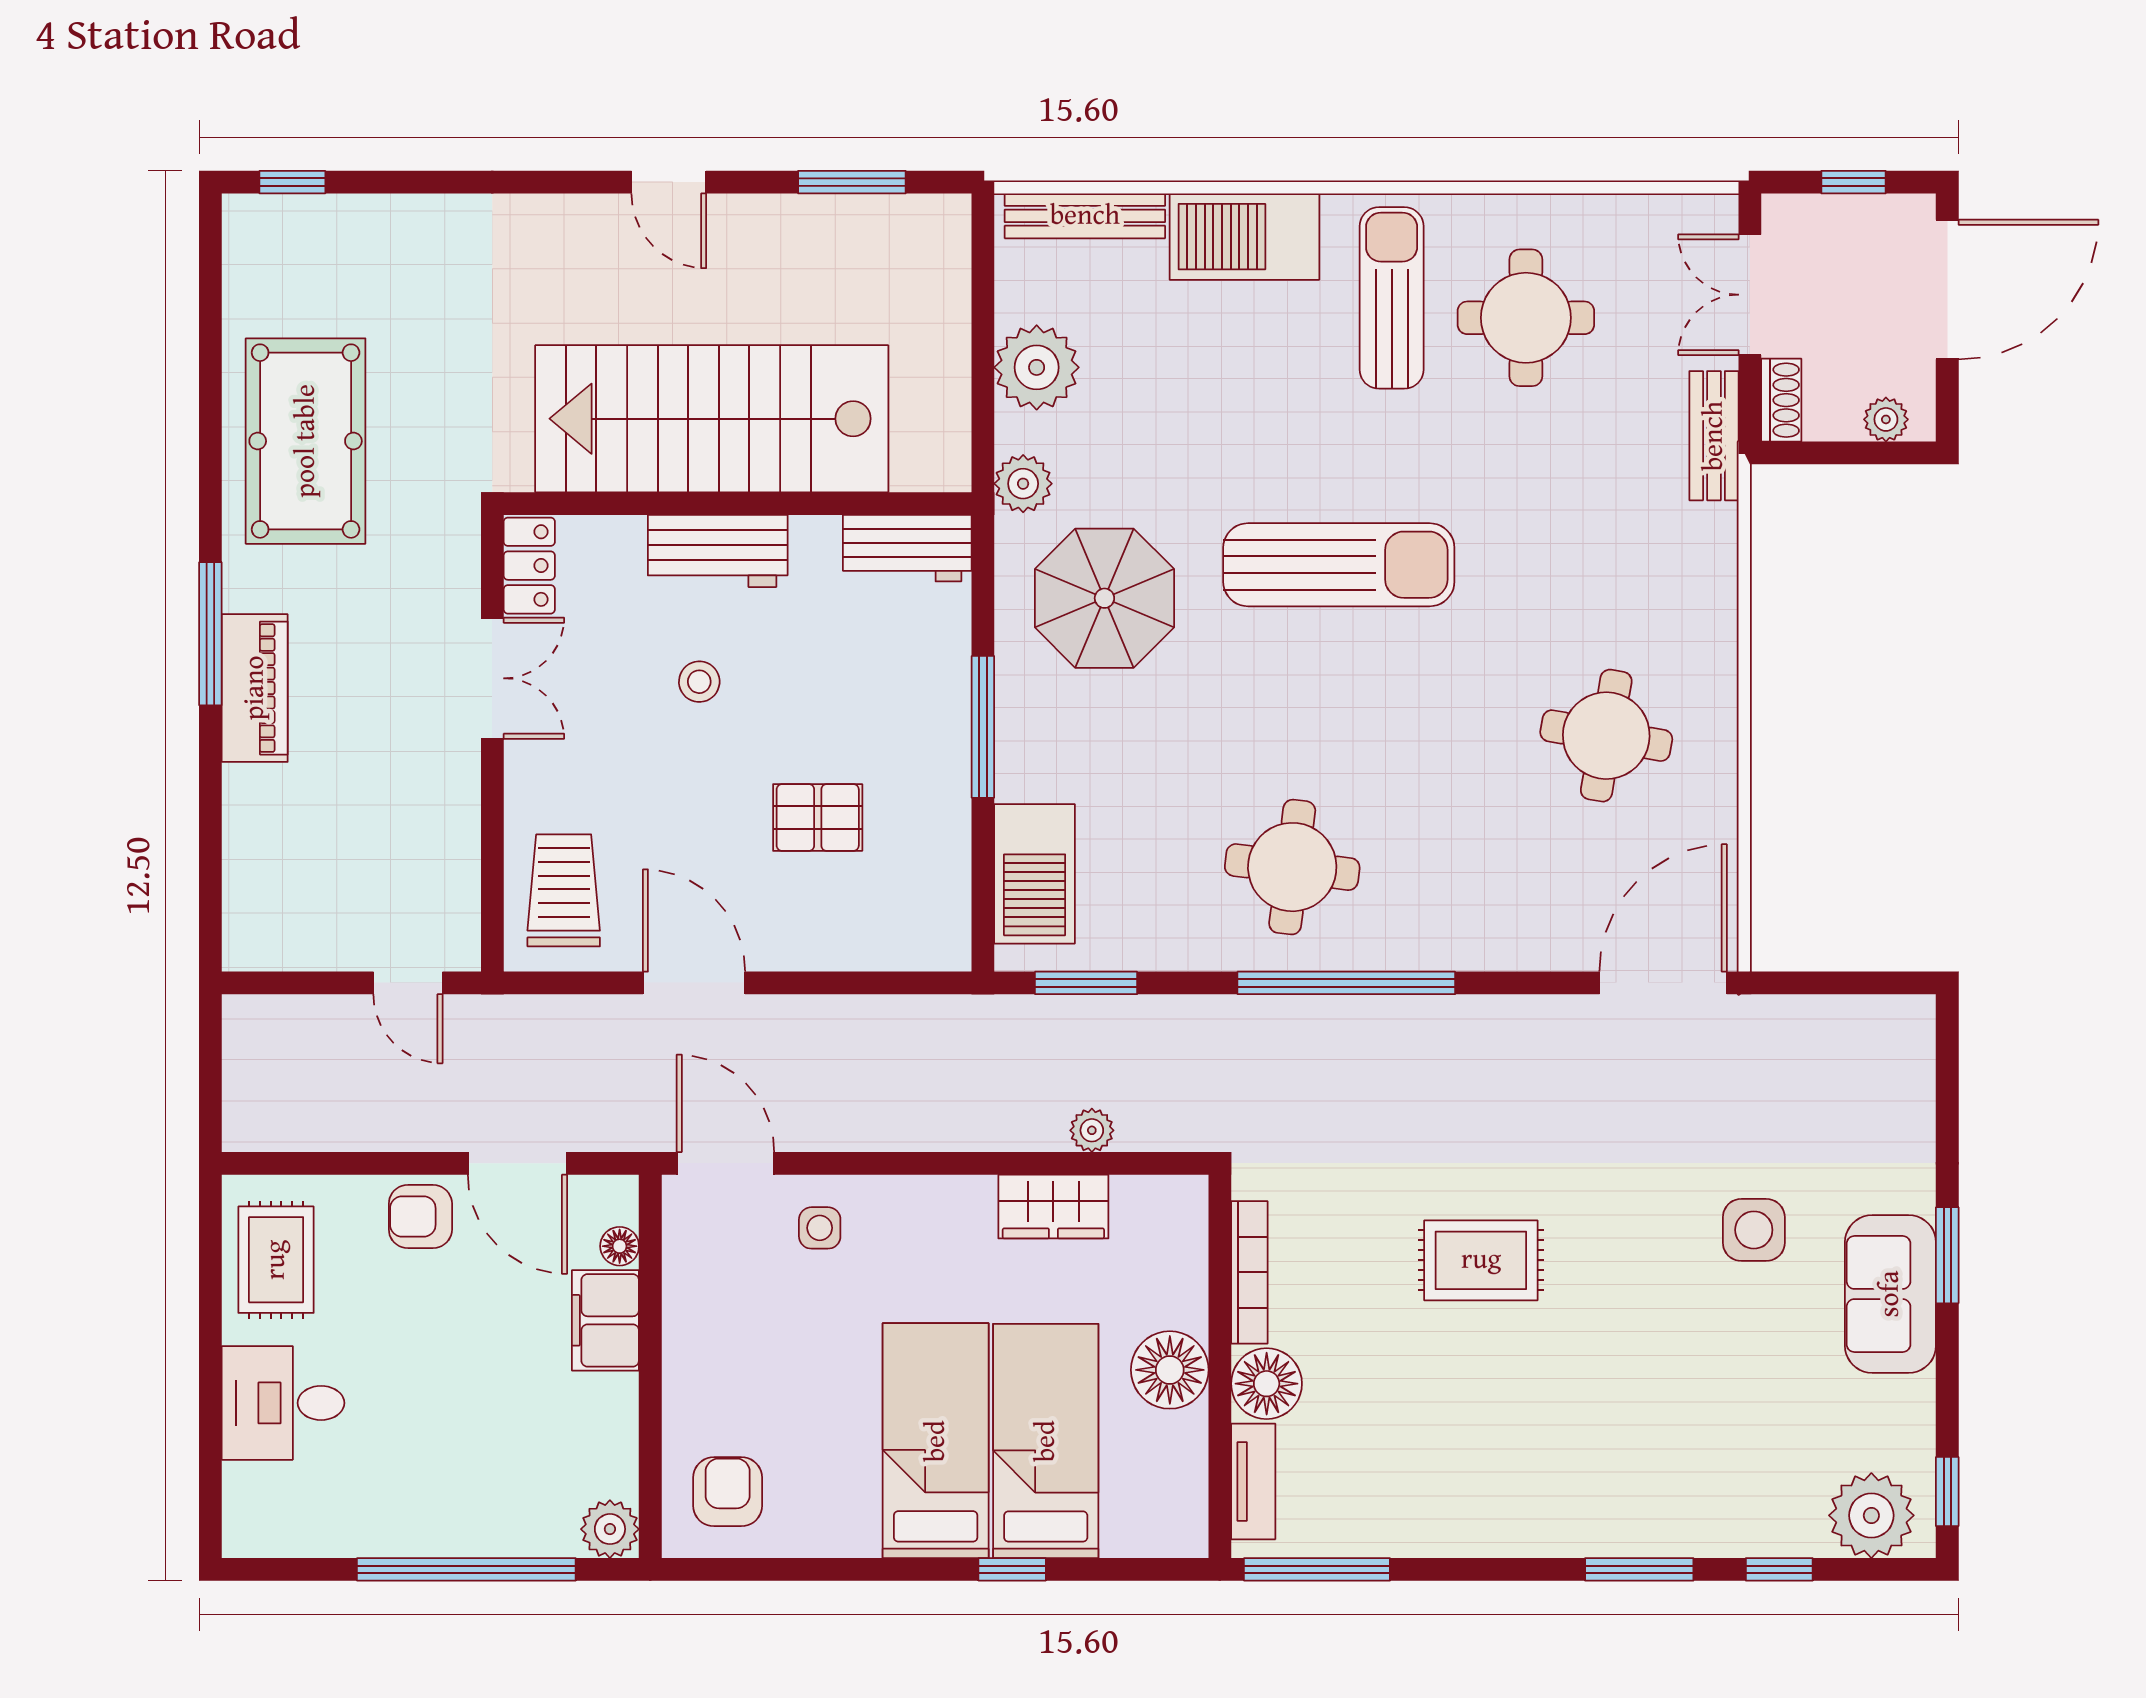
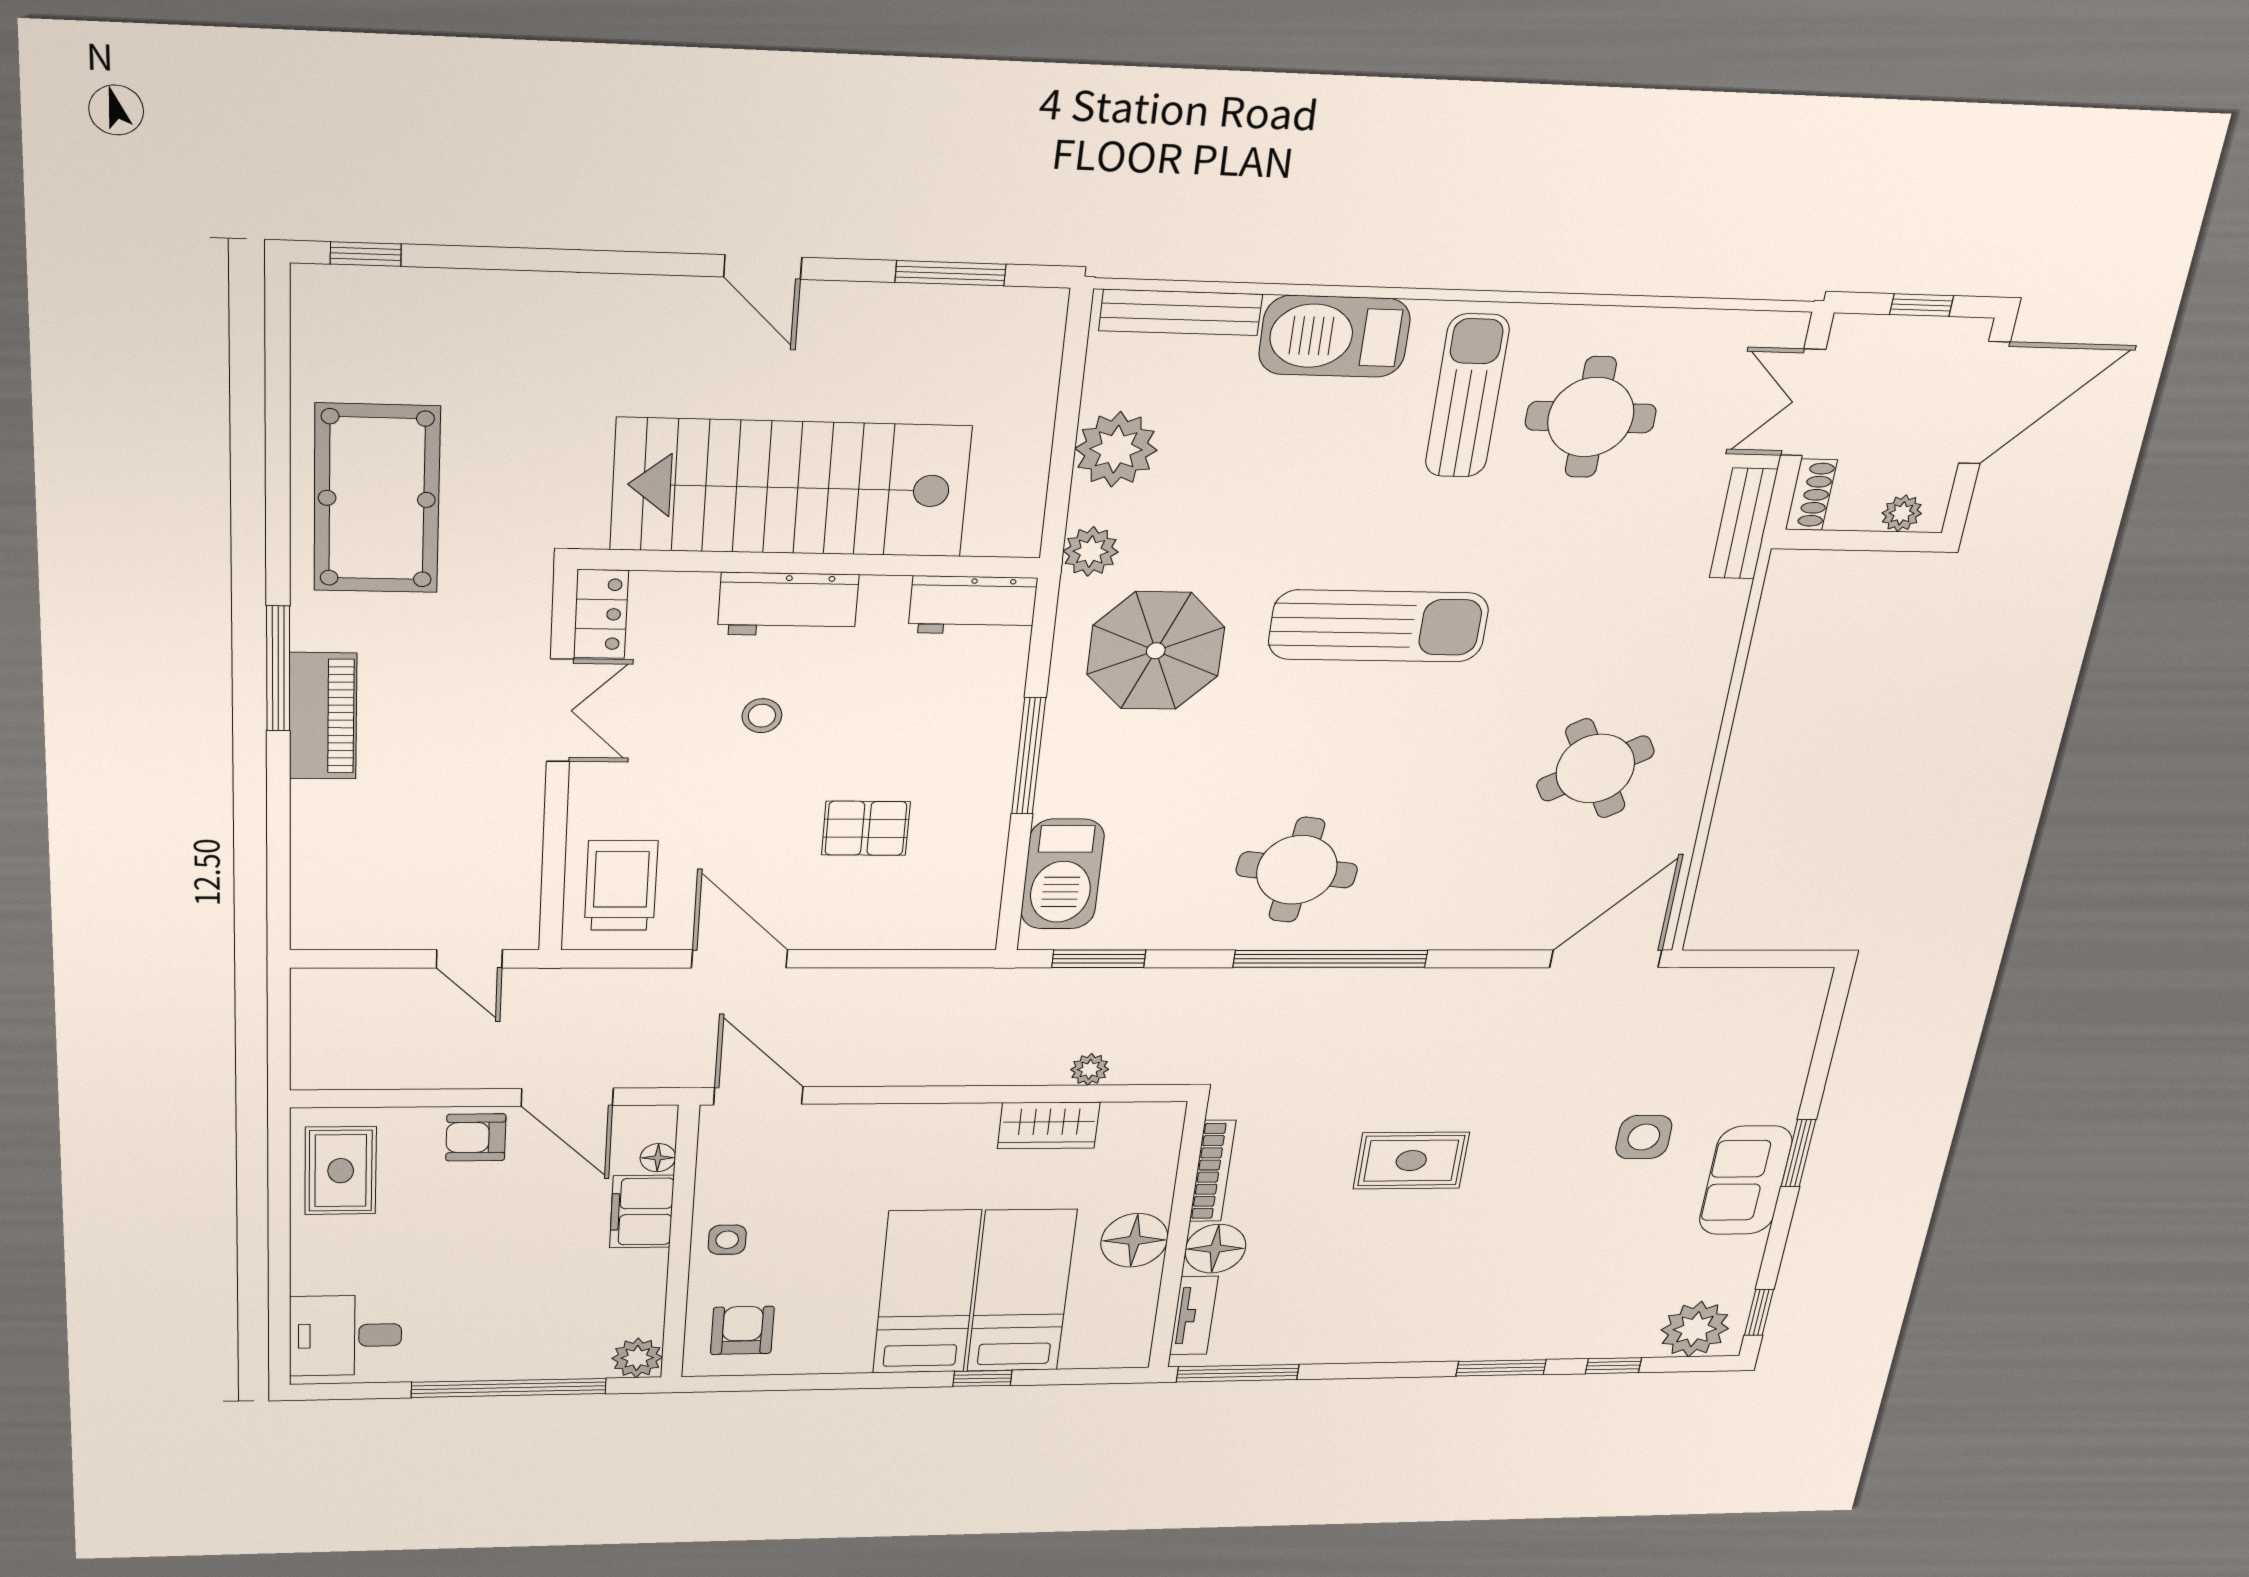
round table: (1606, 736) -> (1595, 768), turned -38
side table: (820, 1228) -> (727, 1240), moved
desk: (283, 1403) -> (346, 1336), moved

